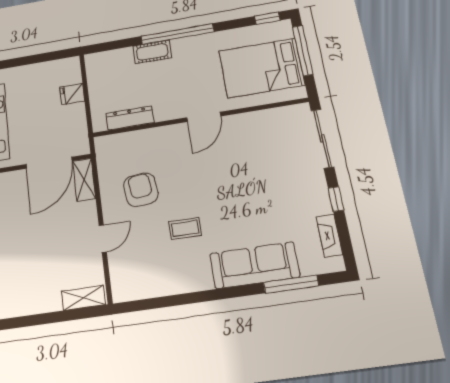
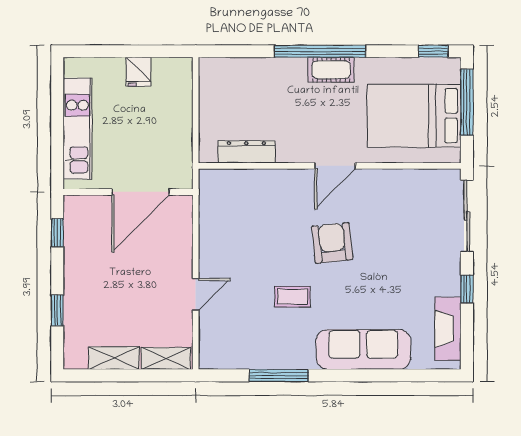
cot: (152, 52) -> (331, 70), moved
fridge: (72, 94) -> (138, 72), moved, turned -90
shelving: (84, 180) -> (114, 358), moved, turned 90
armchair: (141, 190) -> (332, 243), moved
fireplace: (329, 236) -> (448, 329), width x1.37, depth x1.32
window: (291, 284) -> (279, 375), moved

